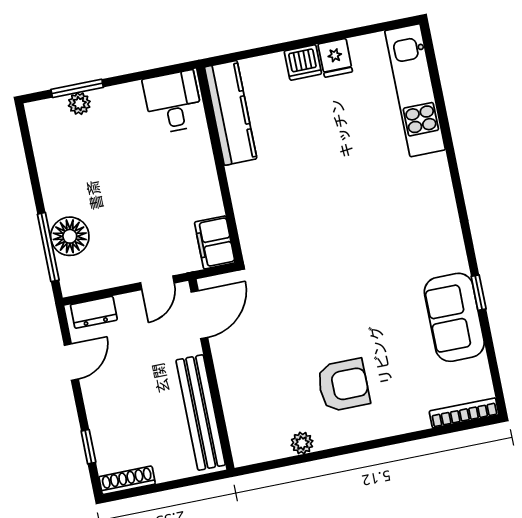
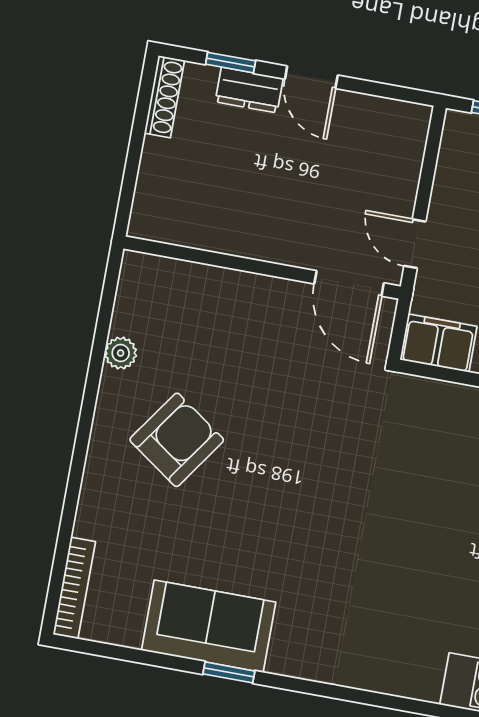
dresser: (94, 312) -> (249, 90), moved, turned -90
door: (71, 362) -> (311, 77), moved
armchair: (343, 385) -> (177, 440), turned -145
bench: (201, 413) -> (216, 232), removed

